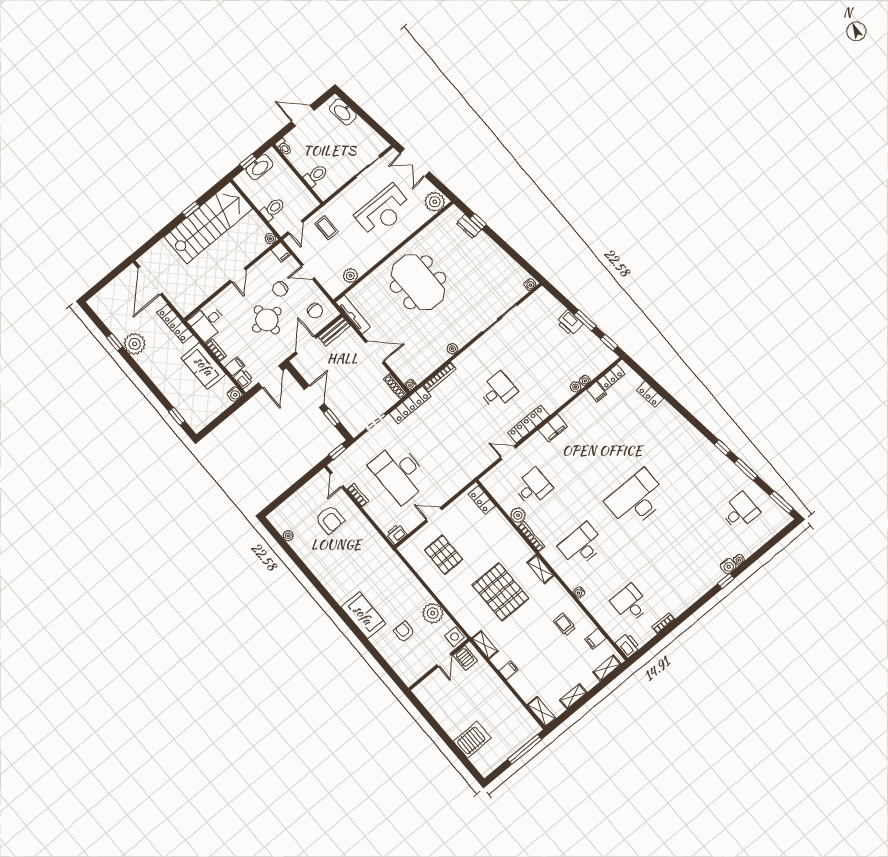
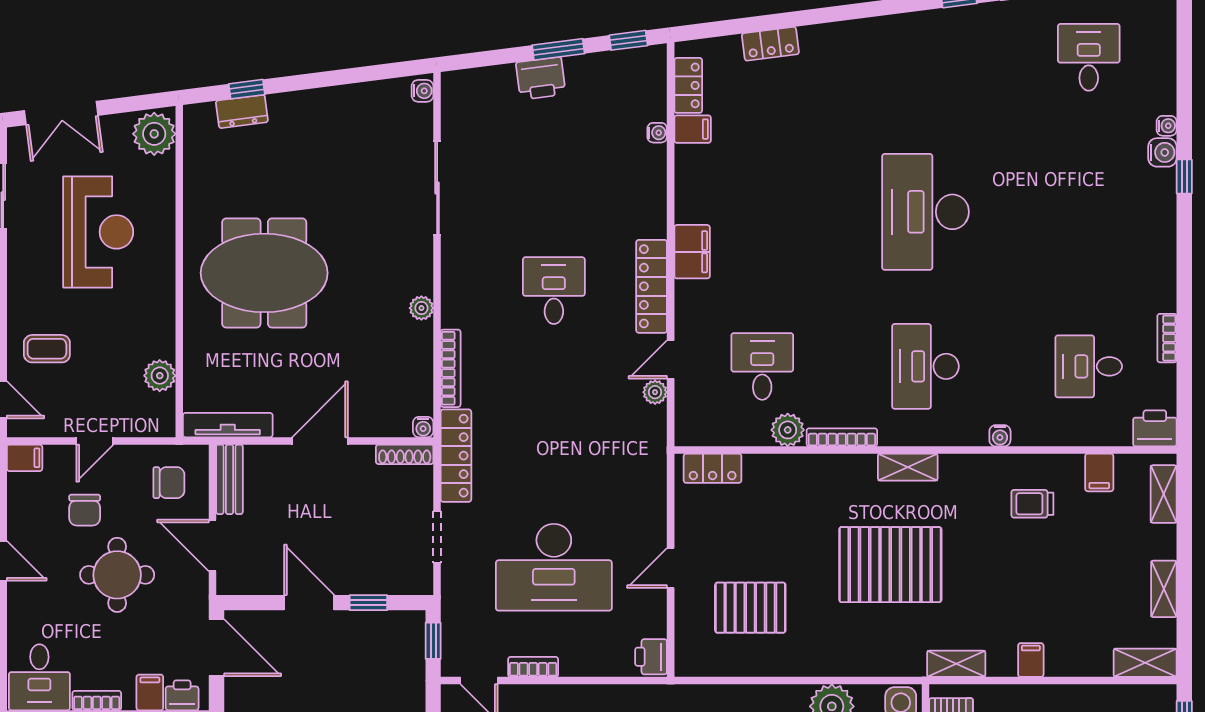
plant: (576, 387) -> (655, 392), moved

